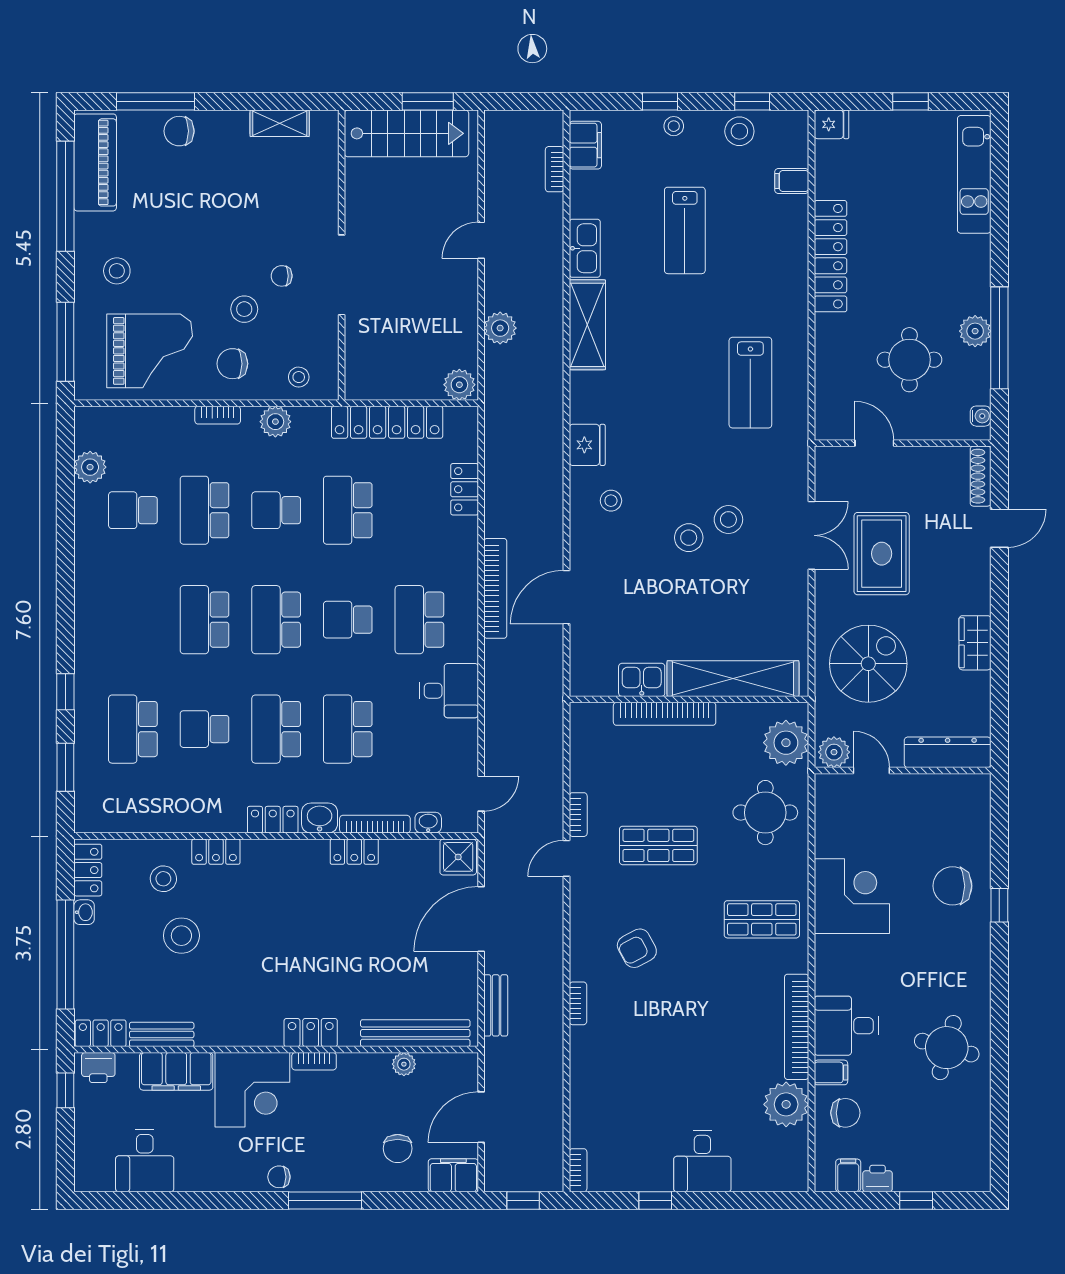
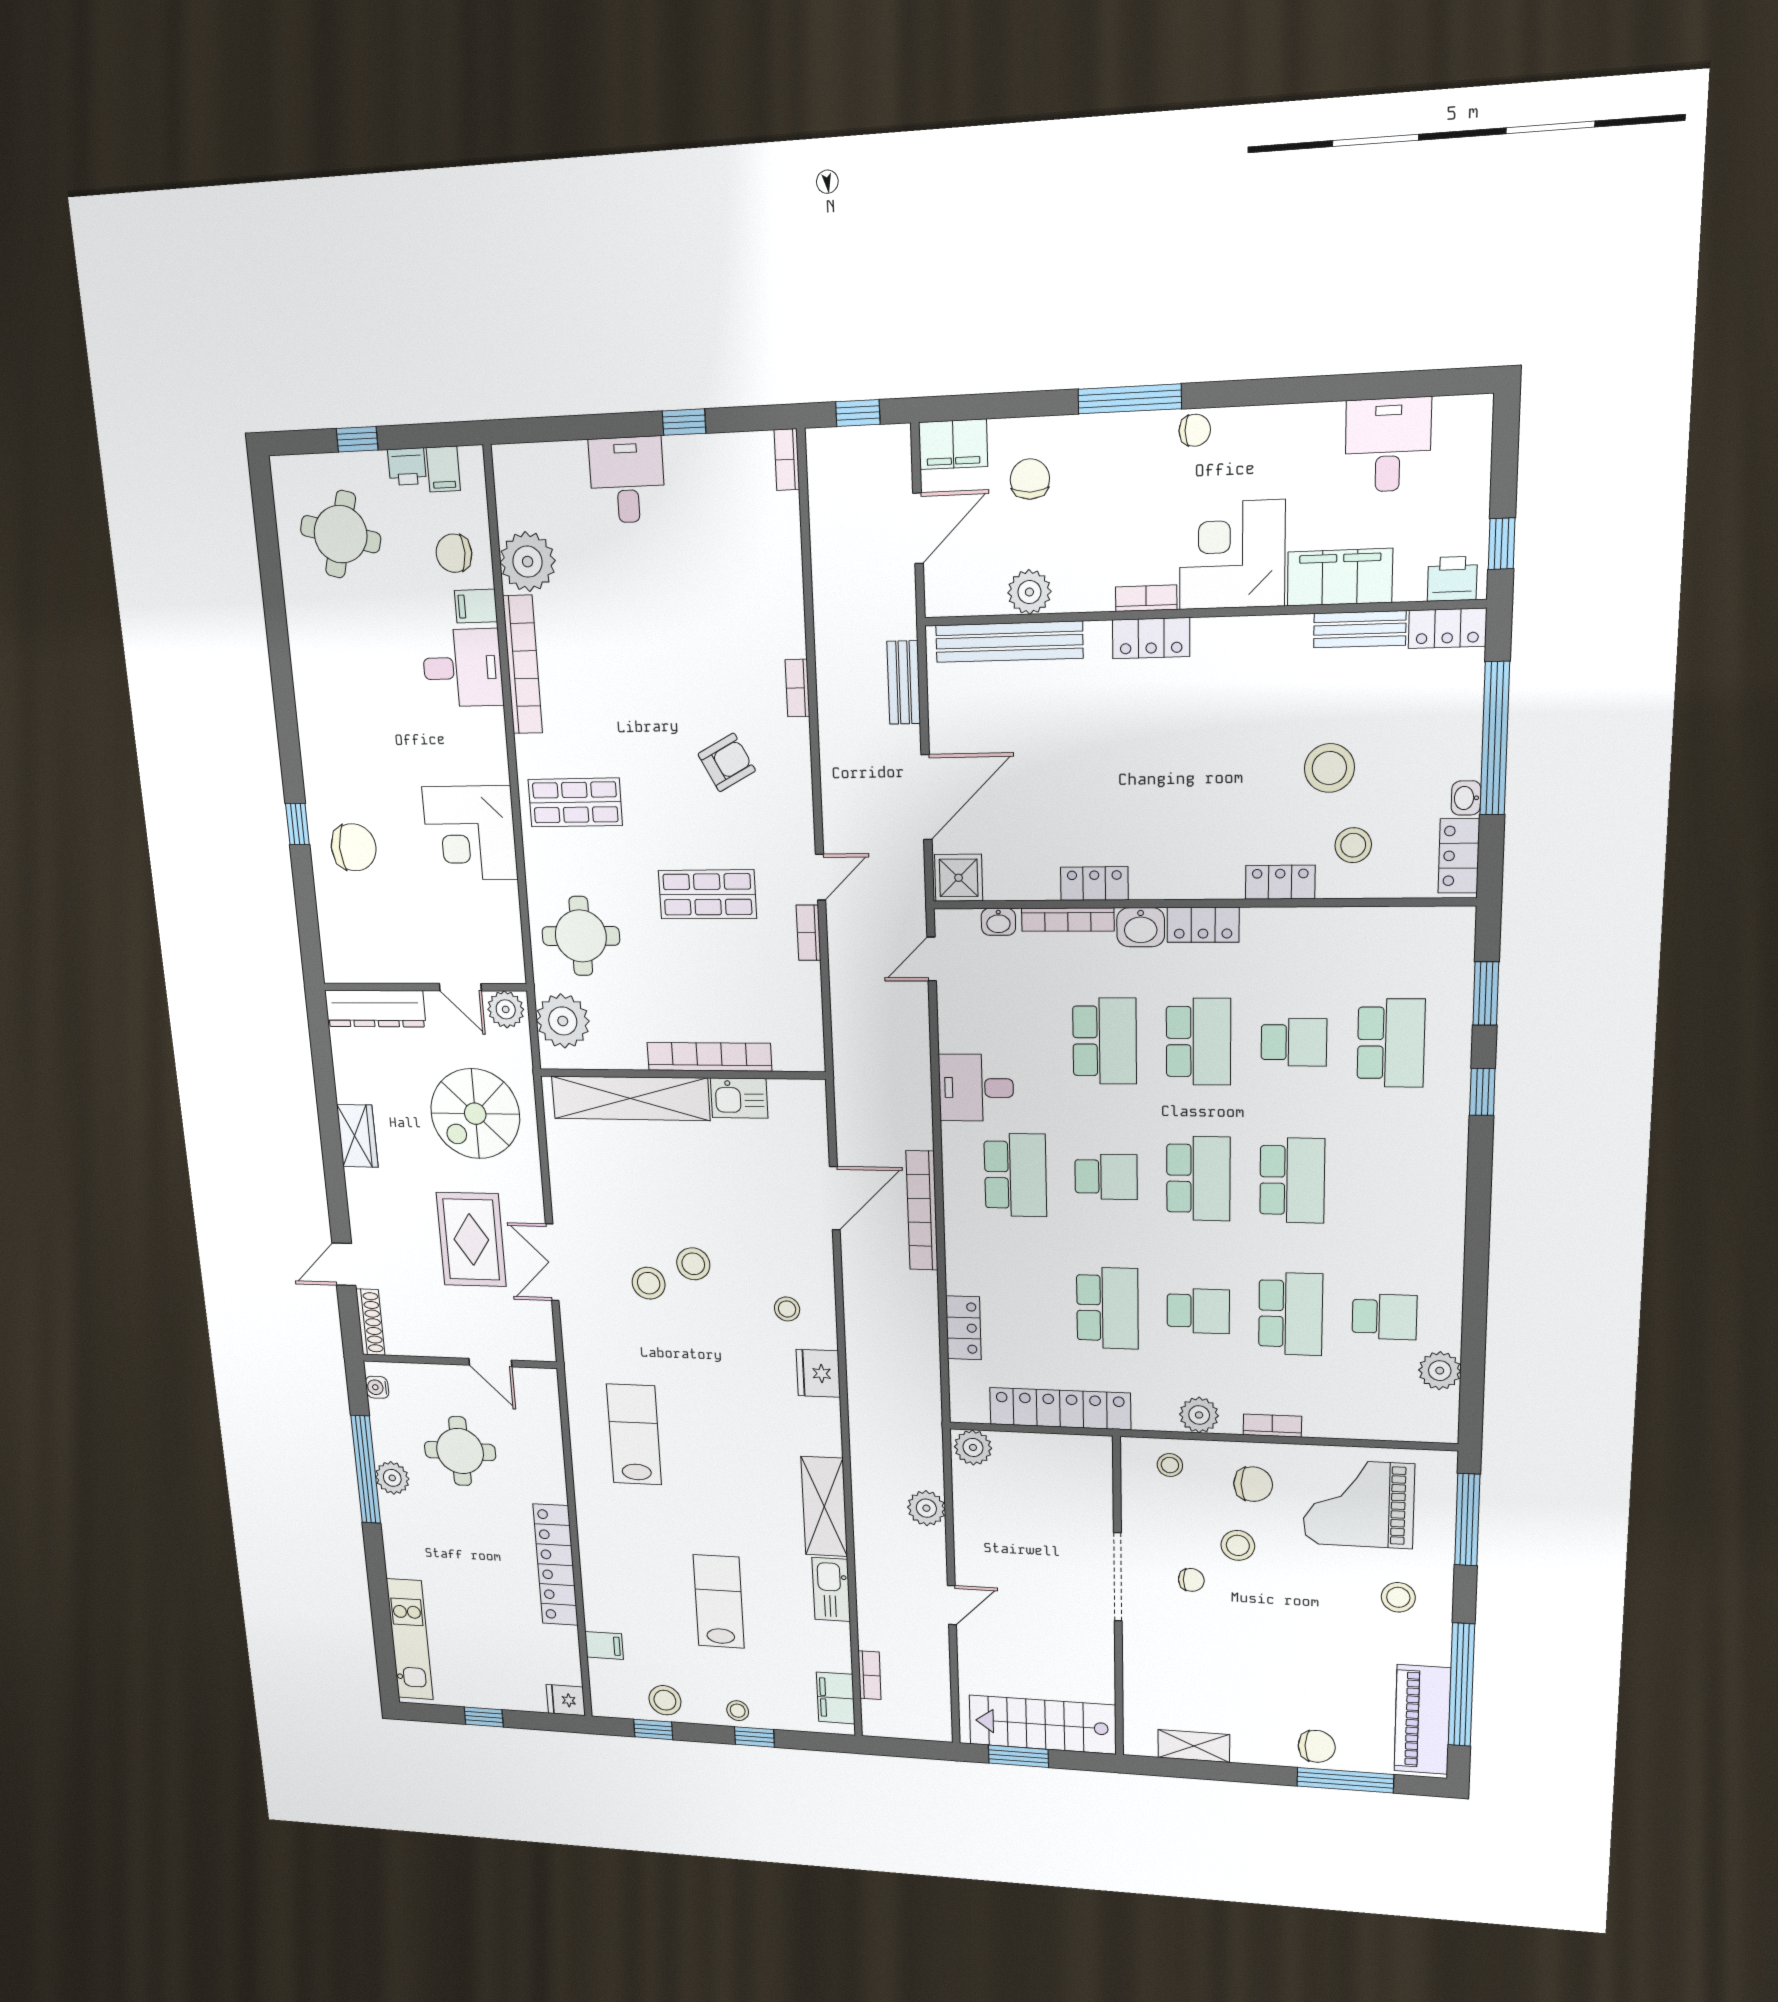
round table: (947, 1048) -> (341, 534), moved
plant: (404, 1064) -> (1029, 592), width x1.38, depth x1.38

